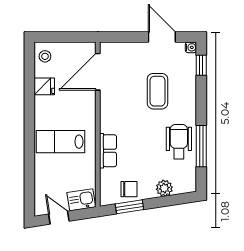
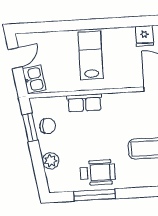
chair: (129, 189) -> (48, 126), turned -90

